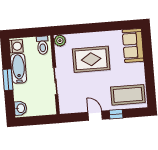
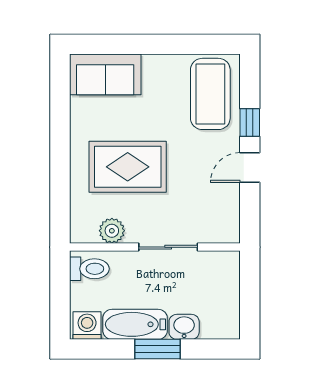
plant: (60, 41) -> (112, 231), moved
rug: (91, 59) -> (128, 167), turned 90
washbasin: (20, 108) -> (184, 327), moved

